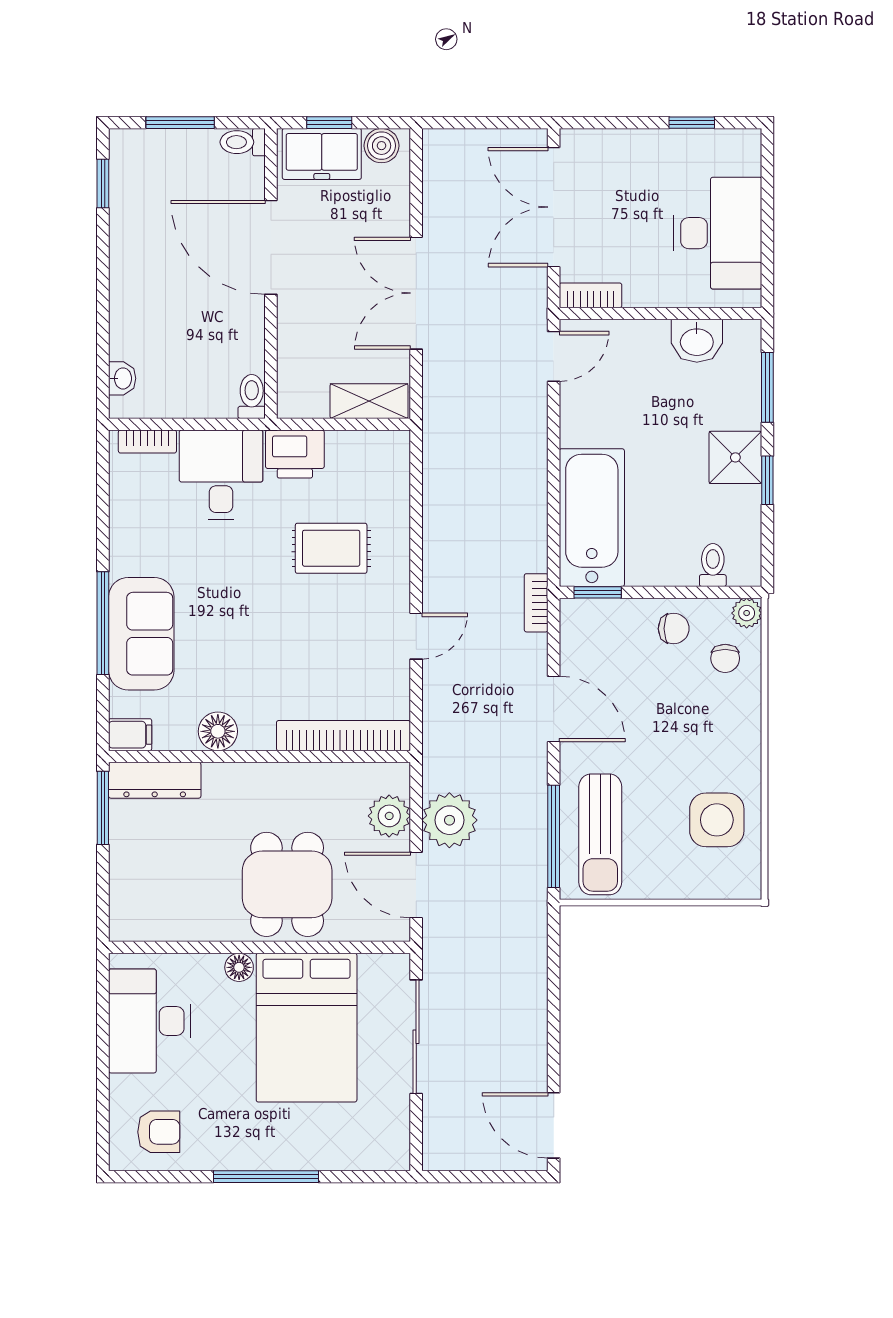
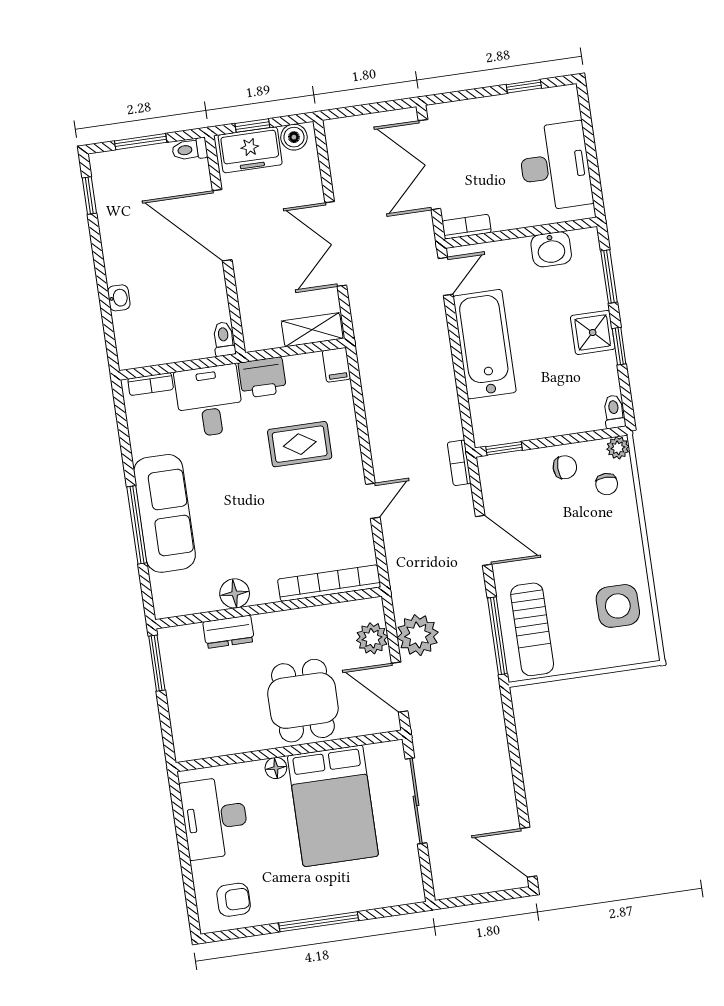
washbasin: (122, 378) -> (119, 298), moved
bathtub: (592, 518) -> (485, 344), moved
toilet: (713, 565) -> (614, 412), moved
sofa: (141, 634) -> (164, 513), width x1.36
filing cabinet: (130, 735) -> (336, 365), moved, turned 90
dresser: (155, 780) -> (229, 632), moved, width x0.70

